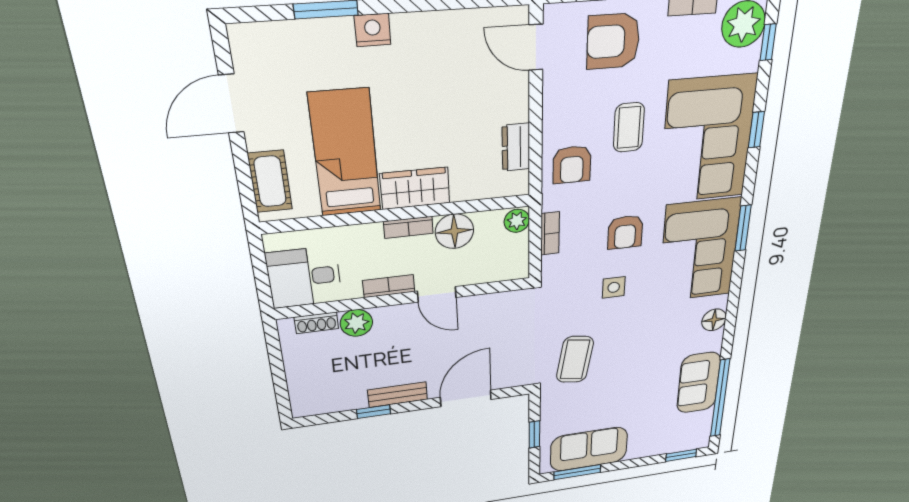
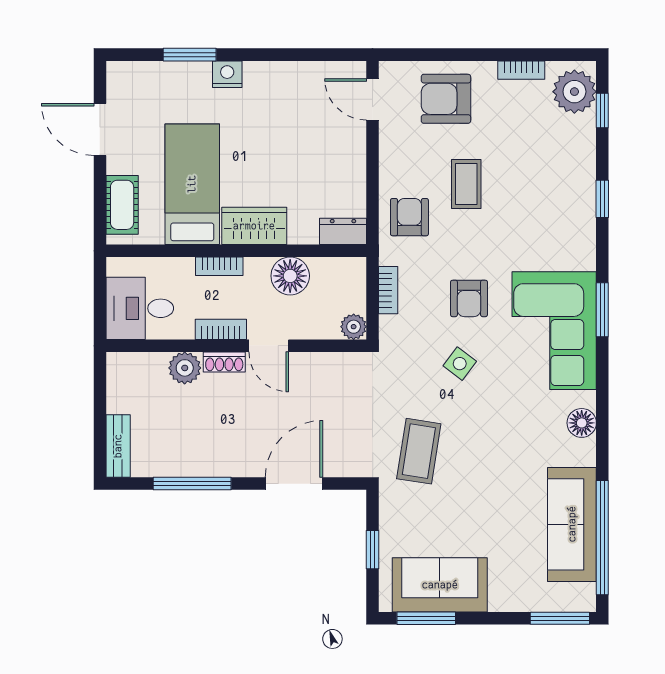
door: (231, 104) -> (100, 129), hinge flipped
corner sofa: (707, 140) -> (550, 204), removed
dresser: (516, 147) -> (343, 231), moved, turned 90
armchair: (572, 165) -> (409, 217), turned 180
plant: (517, 221) -> (354, 327), moved
bookcase: (408, 227) -> (219, 266), moved
side table: (614, 287) -> (460, 364), turned 37
shoe rack: (316, 323) -> (224, 362), moved
sofa: (699, 383) -> (572, 524), width x1.36
bench: (398, 395) -> (118, 446), moved, turned 90
window: (374, 412) -> (192, 484), width x2.17
window: (681, 455) -> (560, 618), width x1.50

